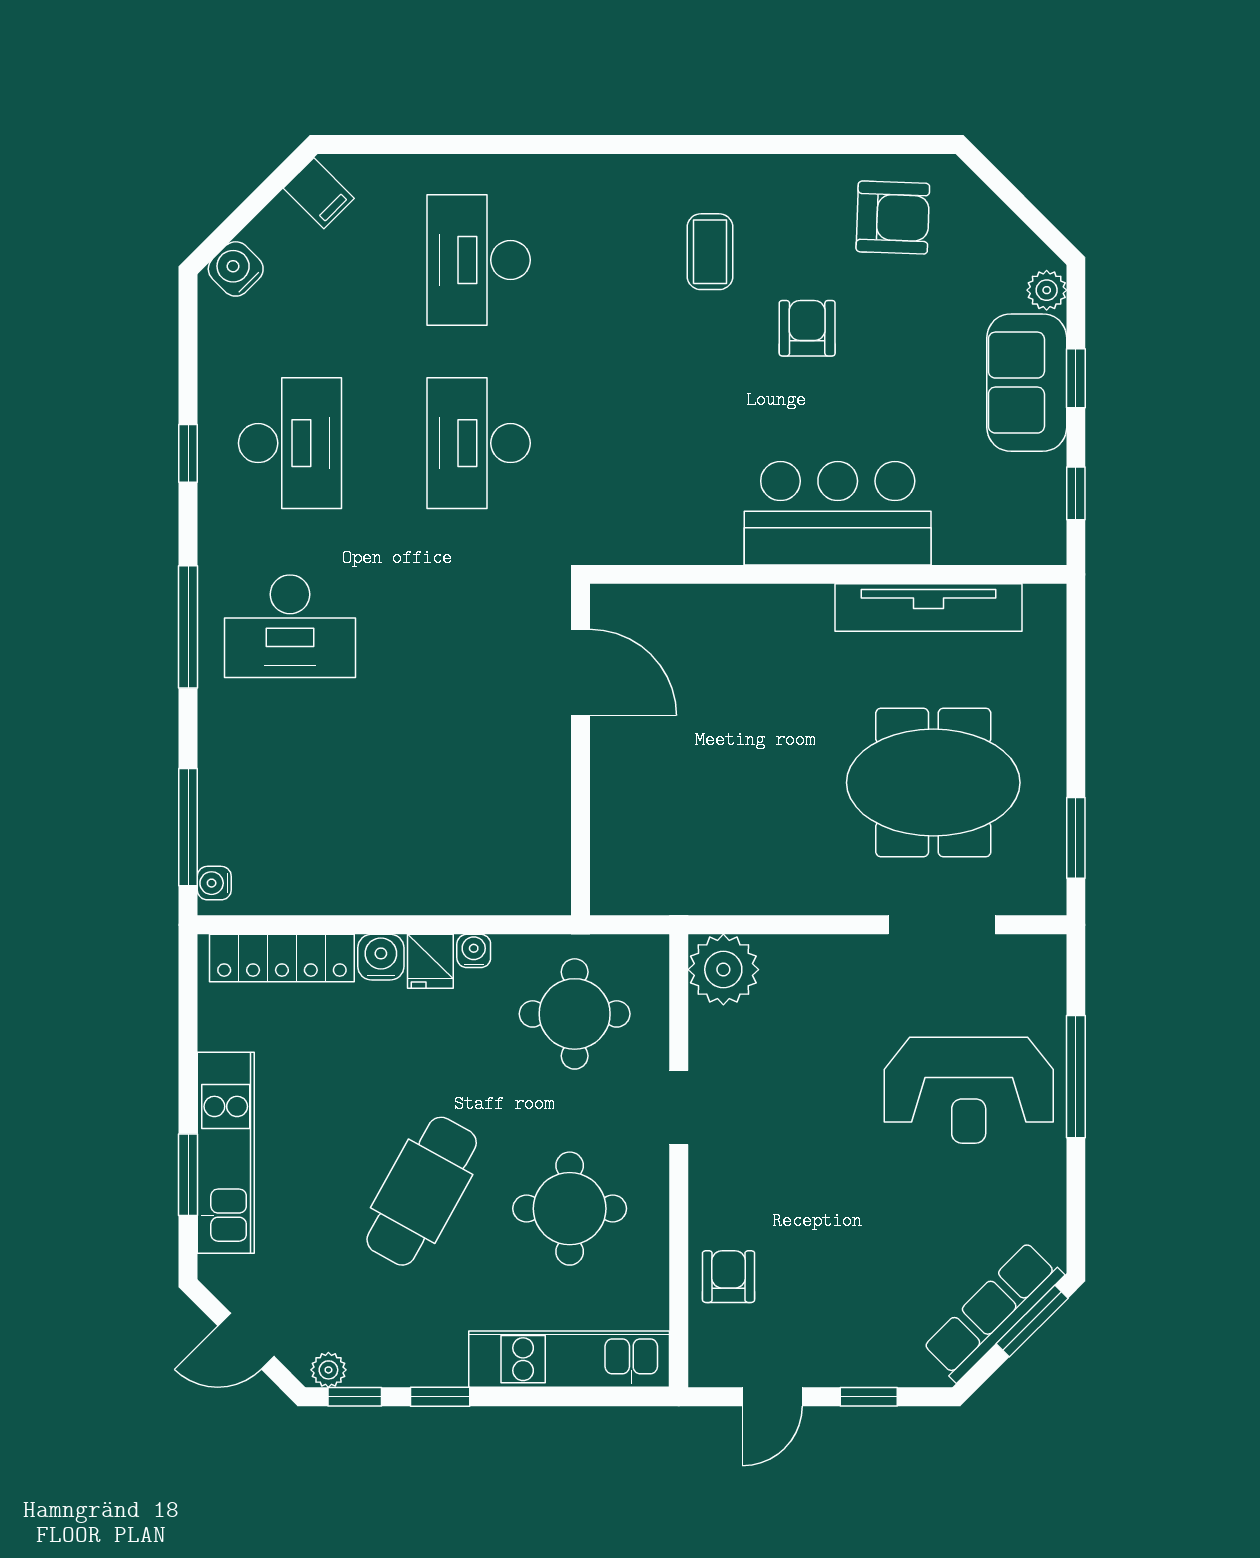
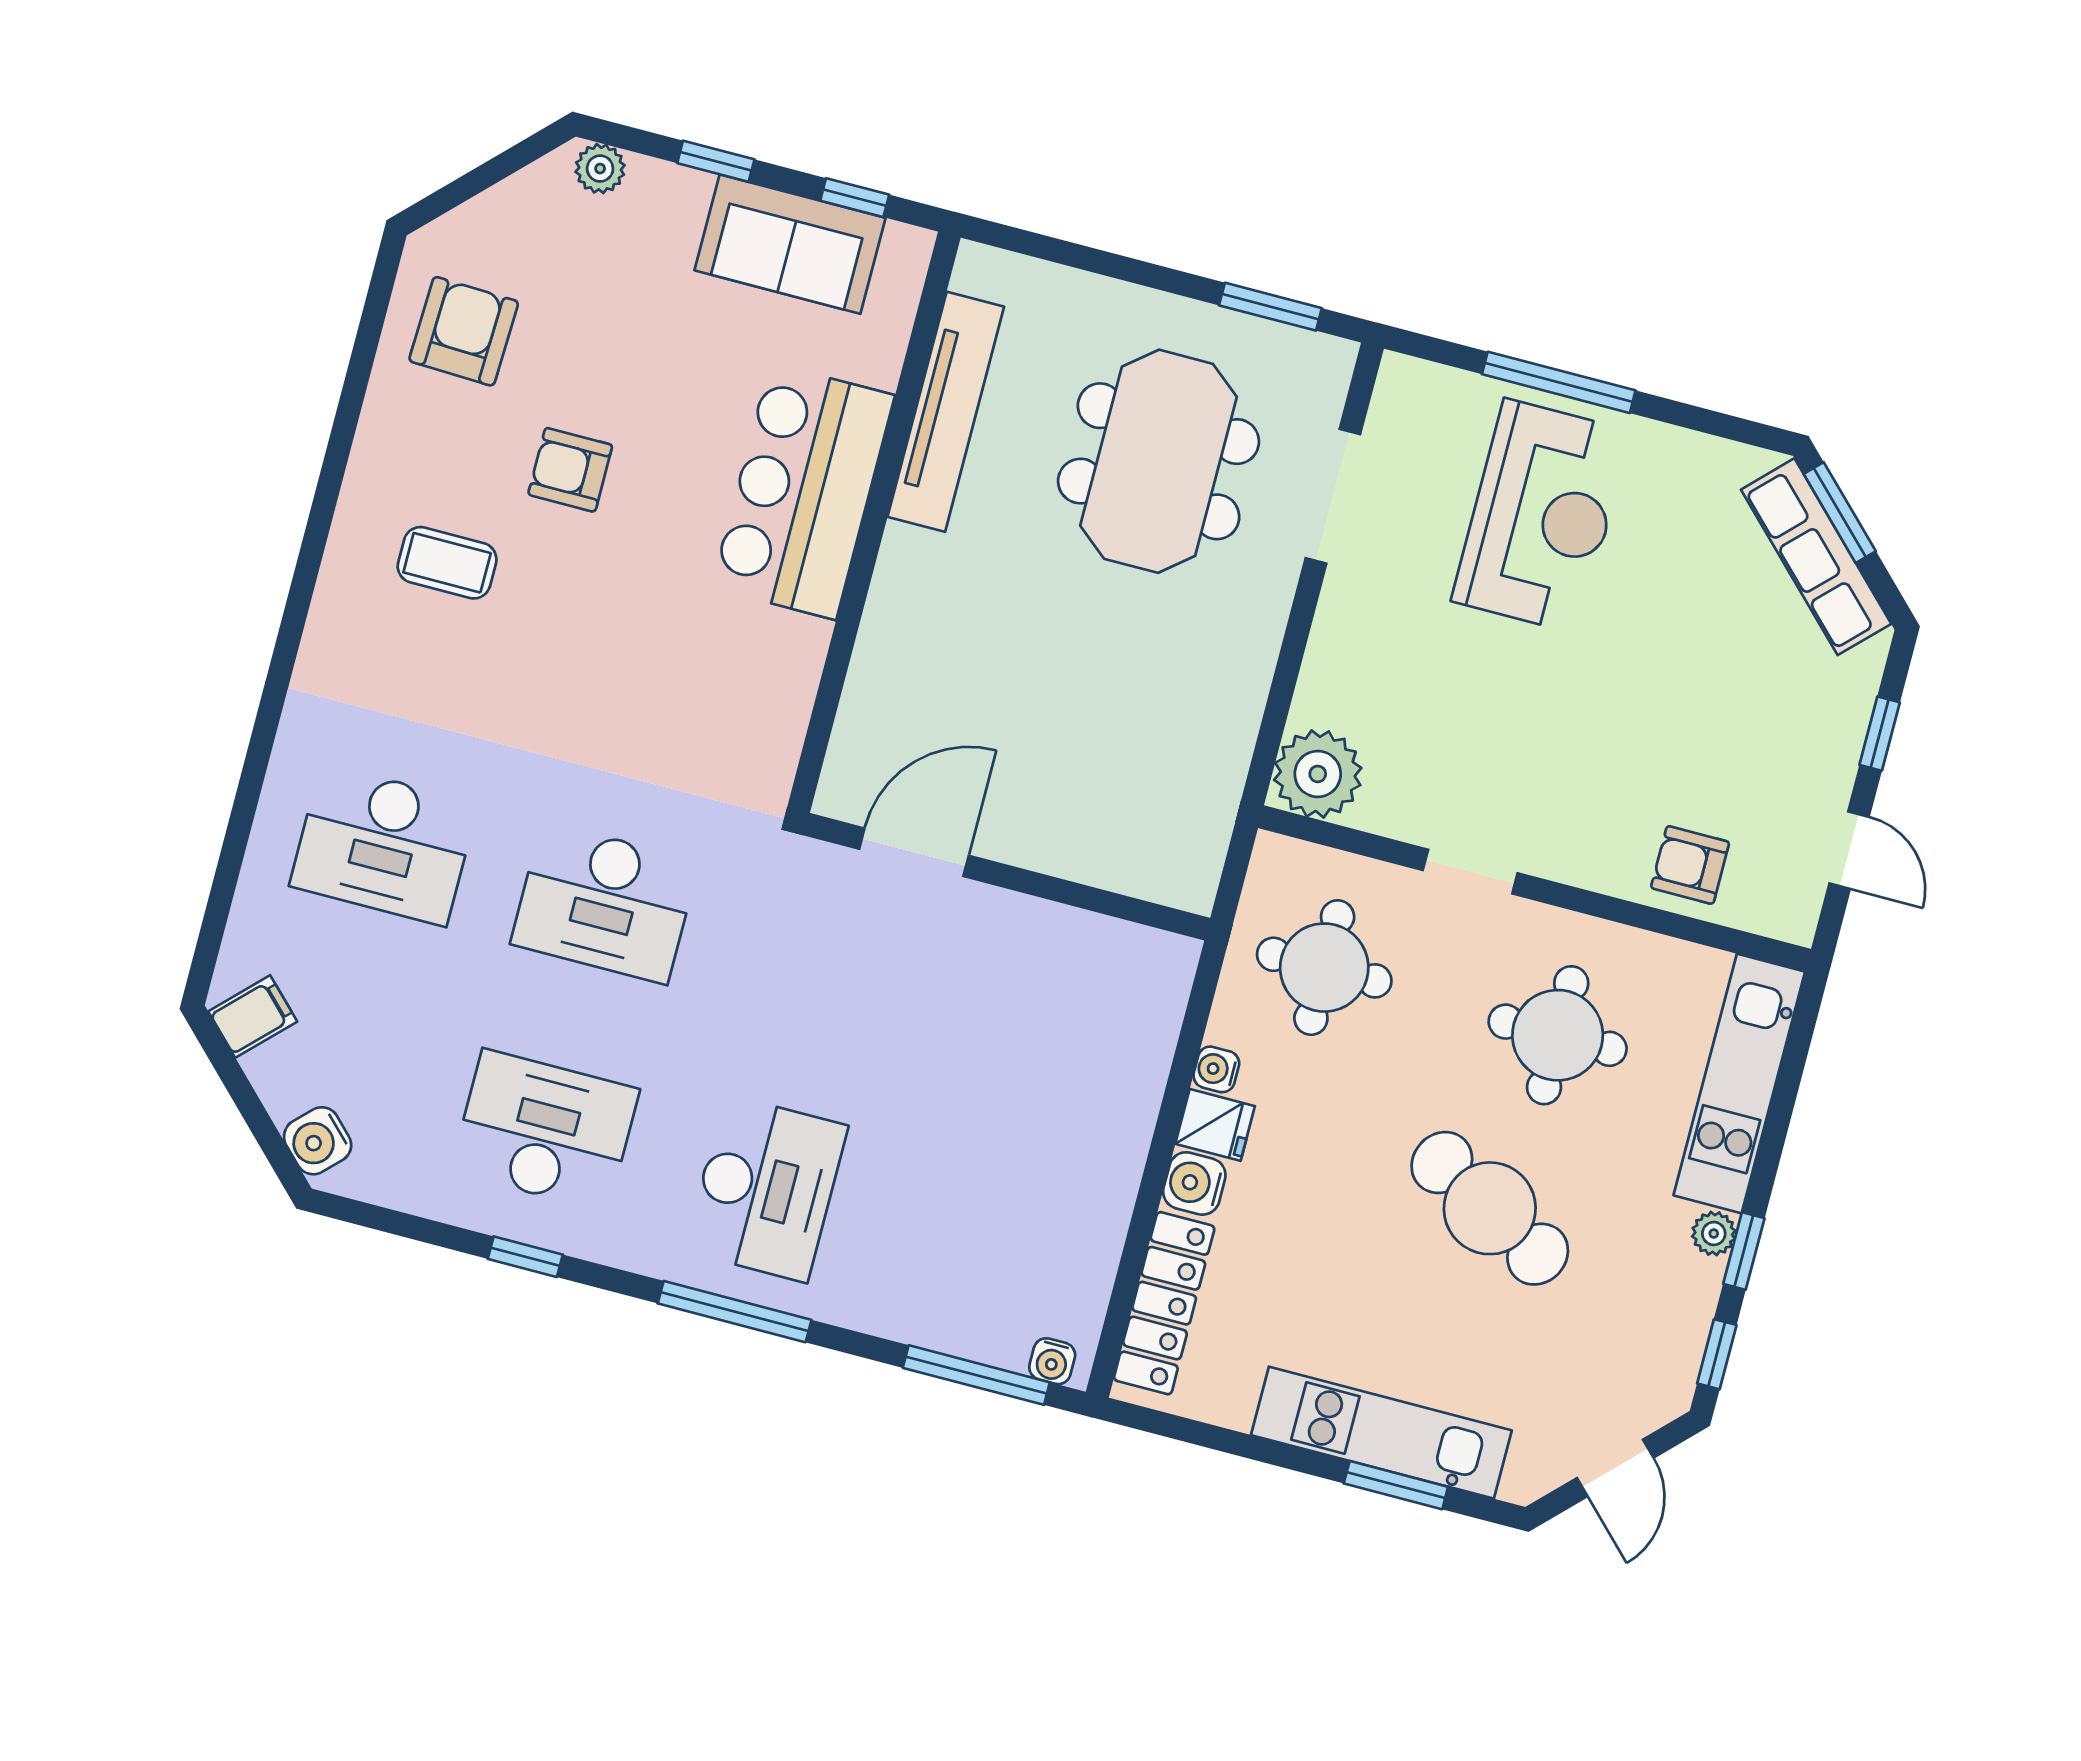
sofa: (1027, 383) -> (790, 244), moved
plant: (328, 1370) -> (1714, 1234), moved

